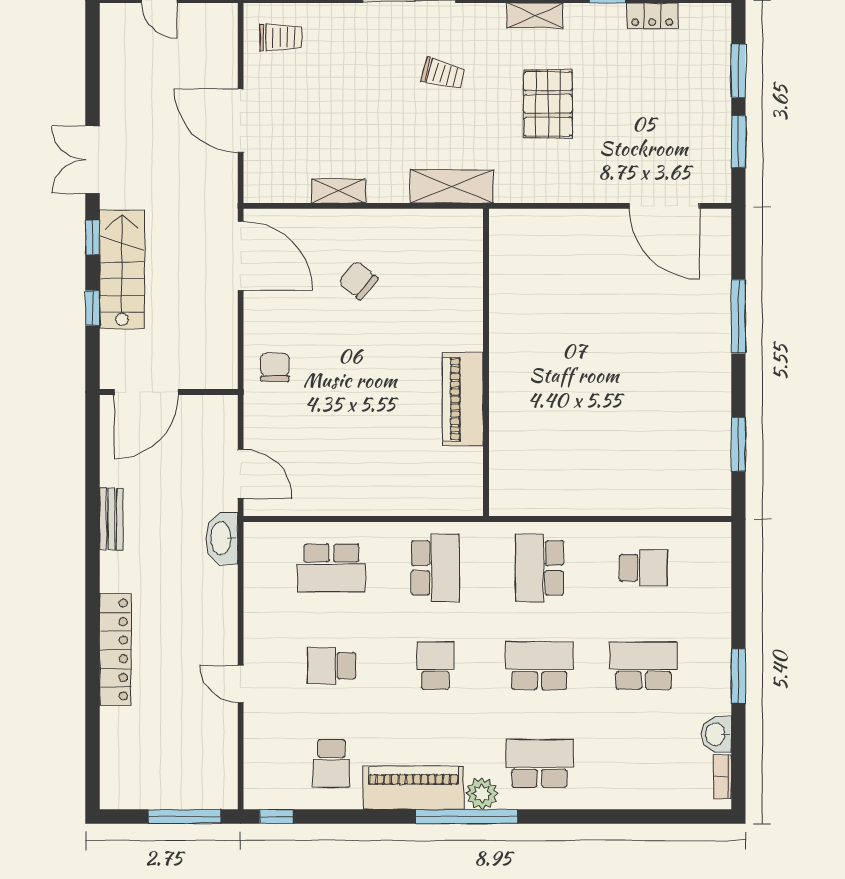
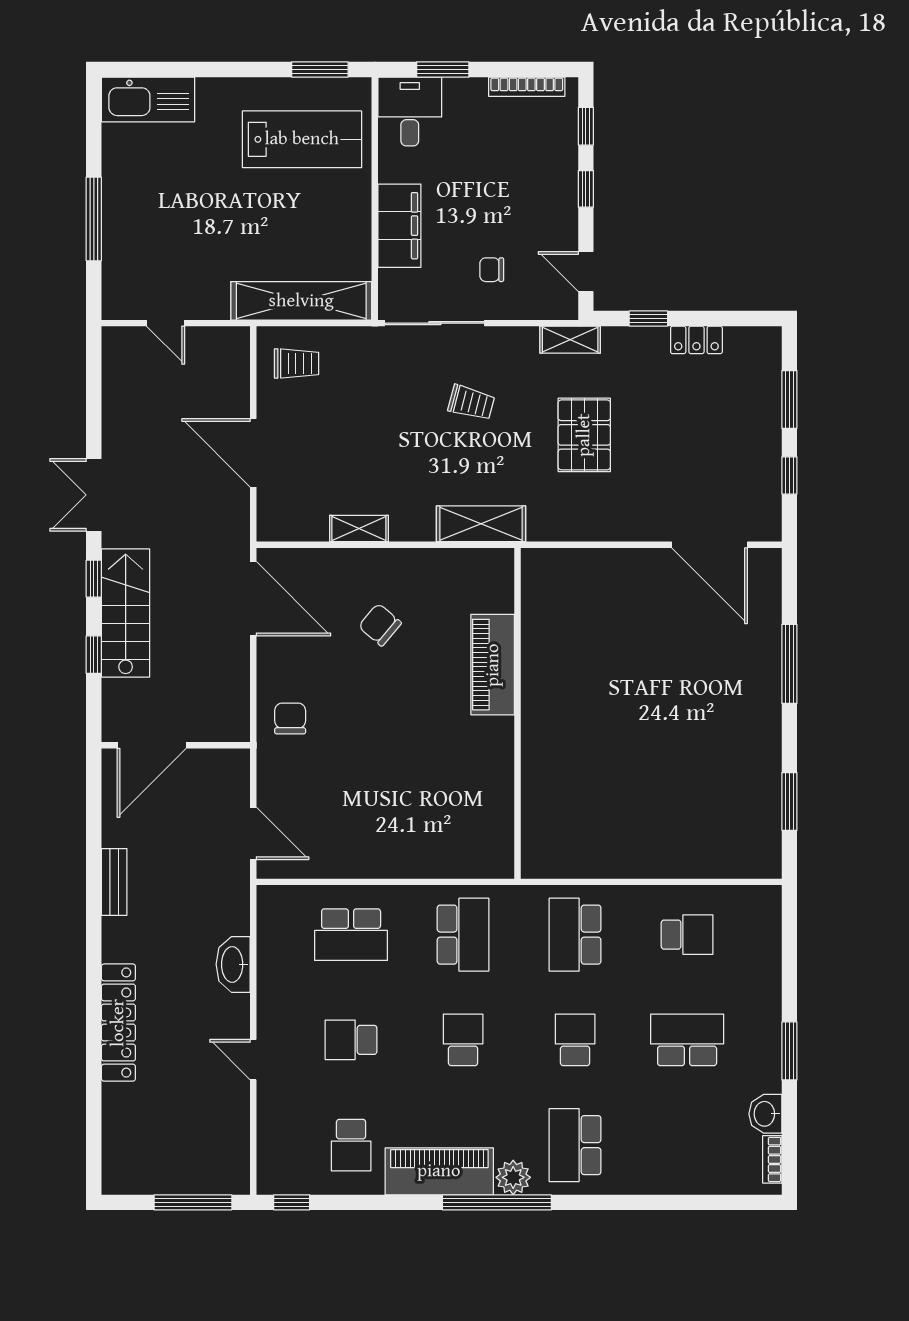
window: (738, 141) -> (789, 475), width x0.67
piano: (463, 399) -> (493, 665), moved
washbasin: (222, 538) -> (233, 964), moved
school desk: (539, 666) -> (575, 1040), width x0.54
school desk: (539, 763) -> (575, 1145), turned -90

